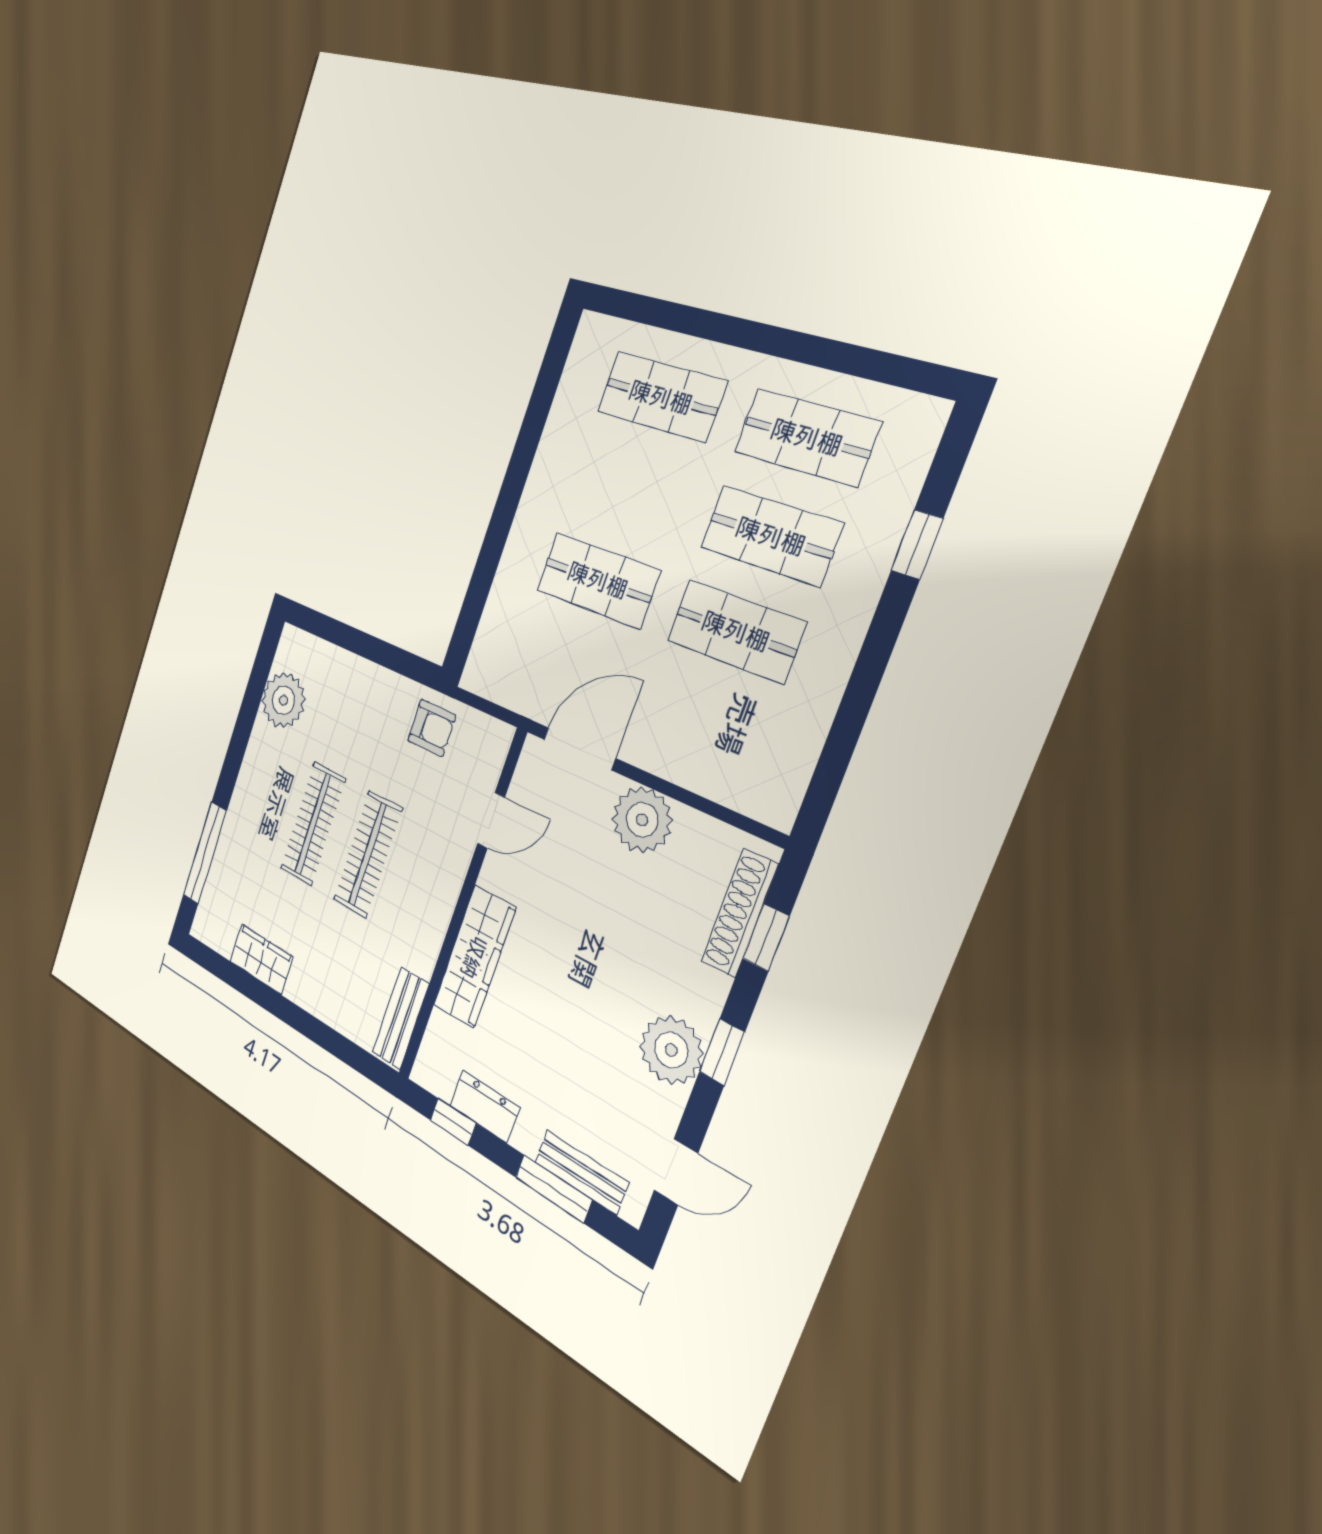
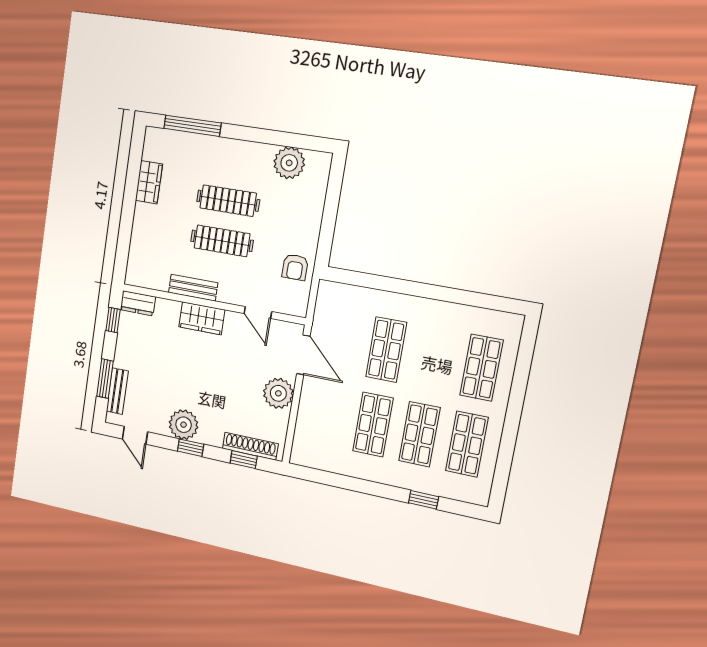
wardrobe: (474, 957) -> (202, 318), width x0.67
bench: (401, 1018) -> (193, 288), moved
dresser: (485, 1107) -> (138, 303), moved, turned 90

